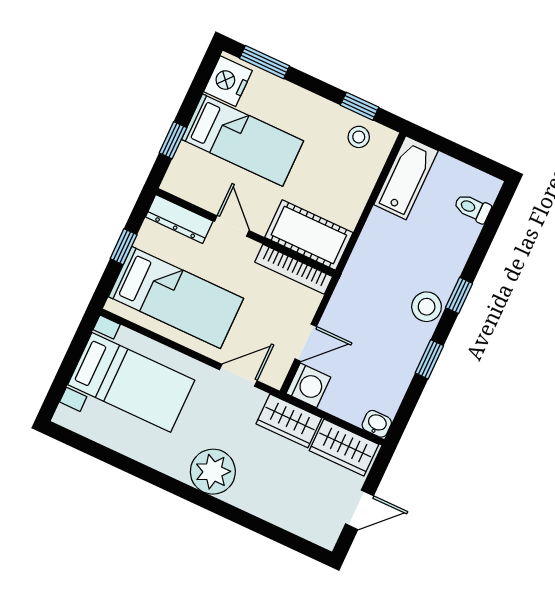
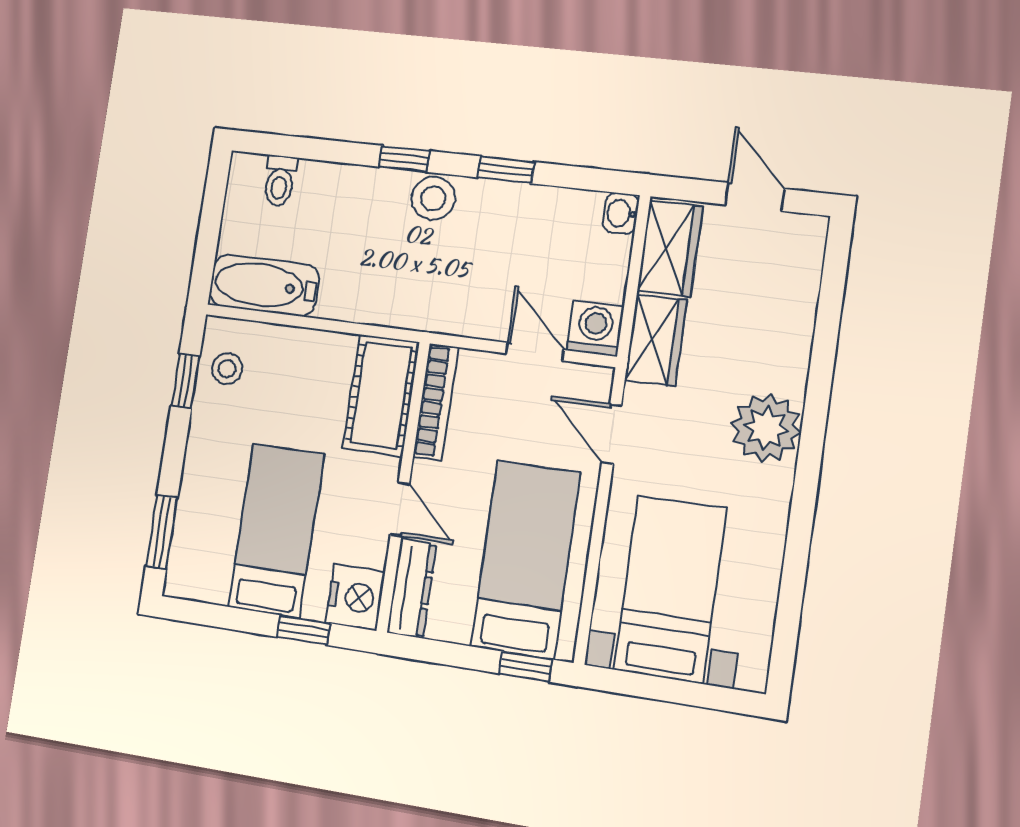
nightstand: (228, 81) -> (355, 597), moved, turned -90
door: (232, 226) -> (400, 509), swing flipped
window: (124, 247) -> (526, 667), moved

